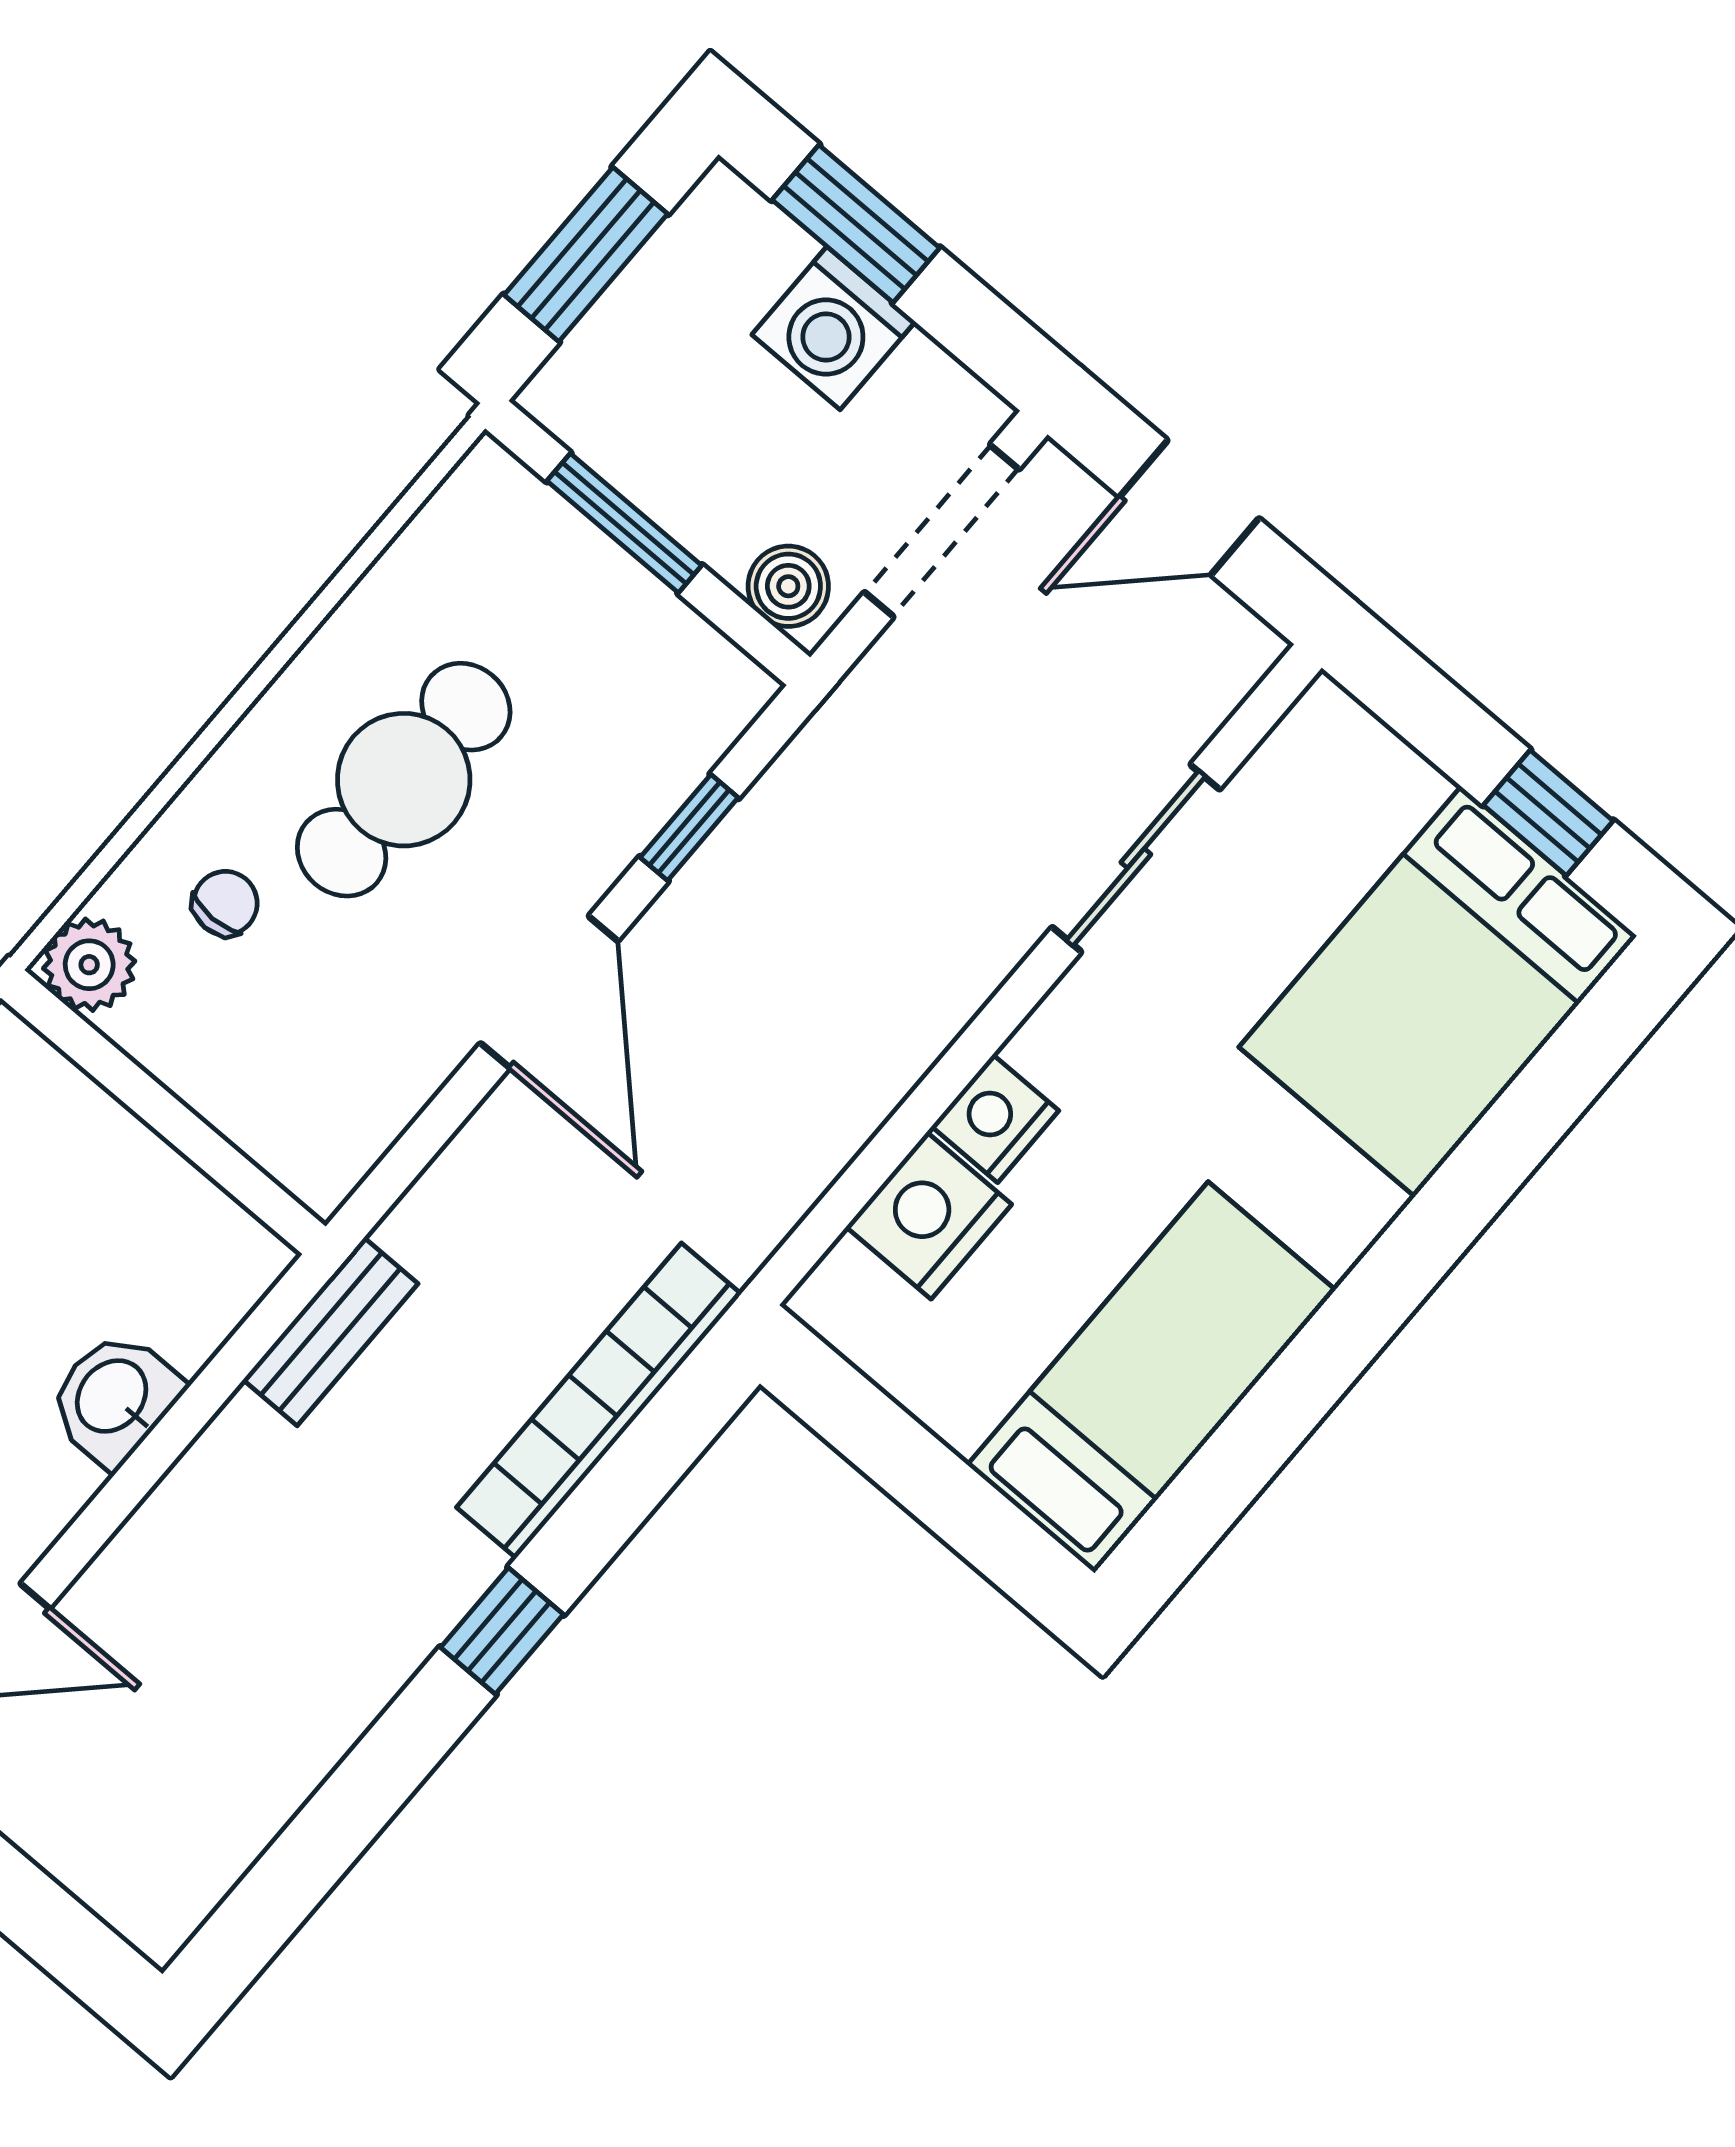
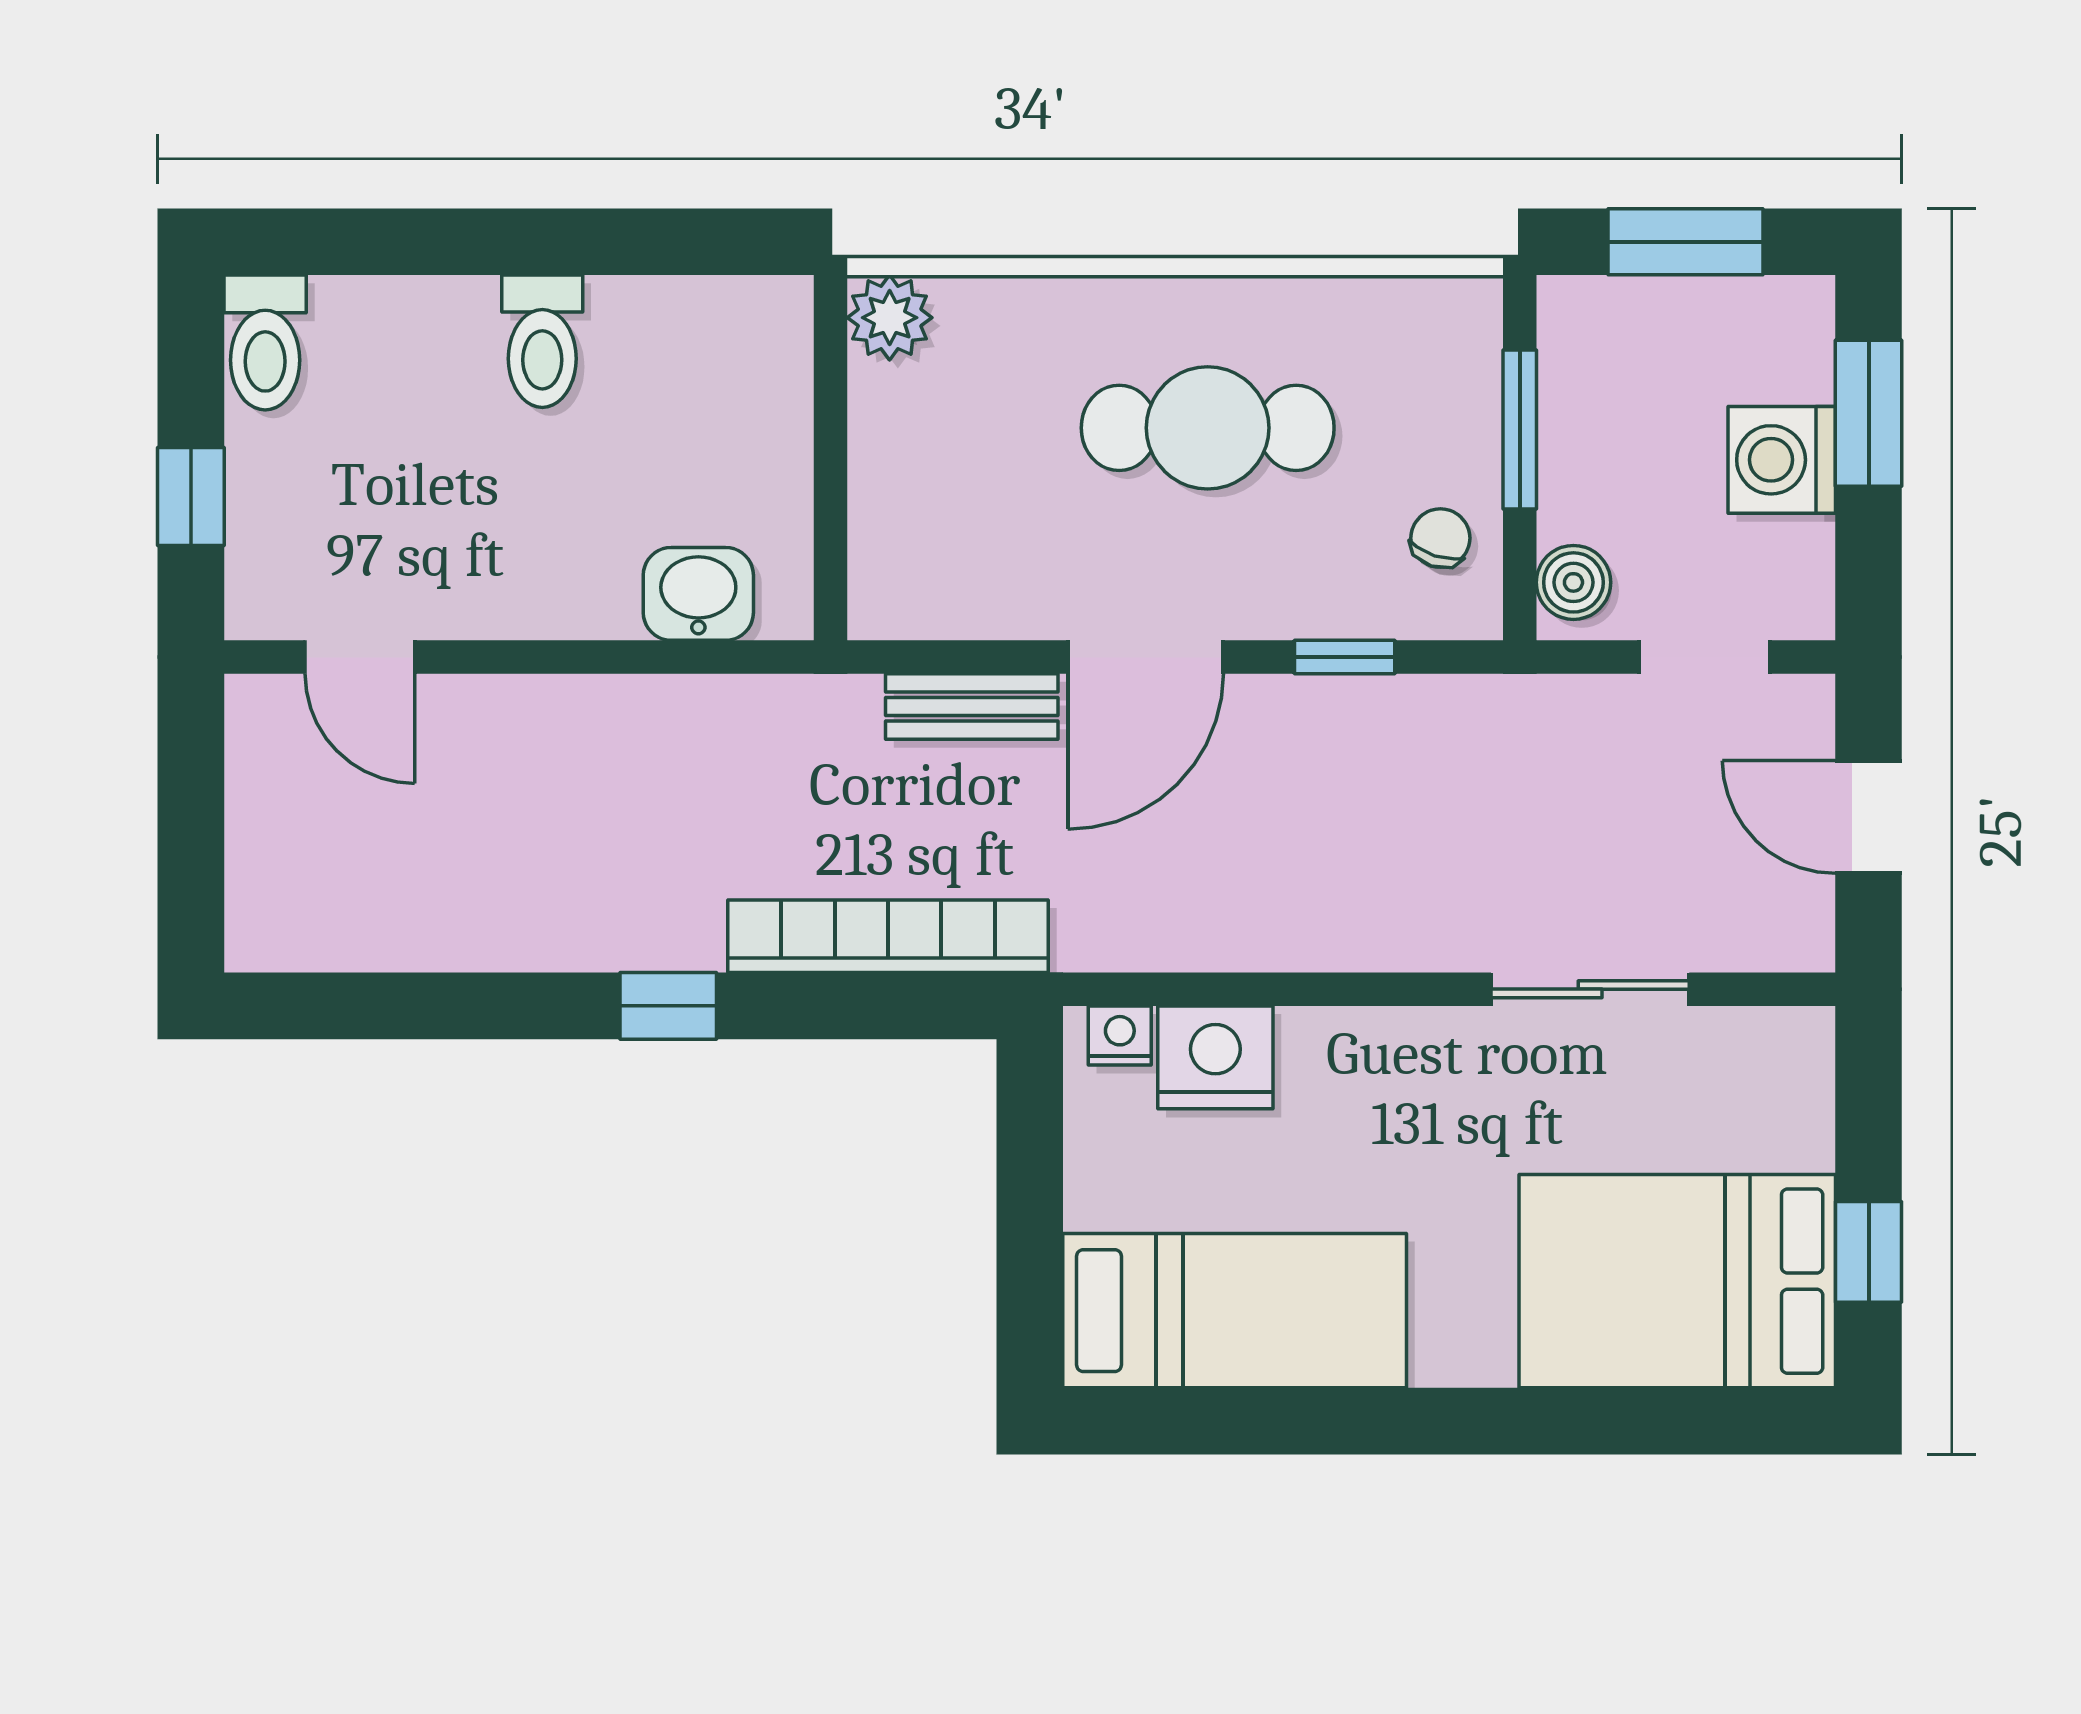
doorway: (942, 531) -> (1704, 657), width x0.73
chair: (225, 903) -> (1440, 538), moved, turned -72
nightstand: (995, 1119) -> (1120, 1035), moved, width x0.72, depth x0.74
bench: (331, 1332) -> (972, 707), moved
washbasin: (114, 1398) -> (698, 594), moved

